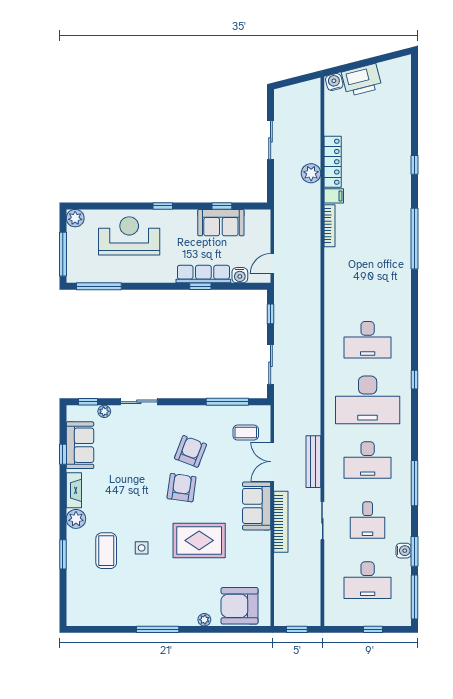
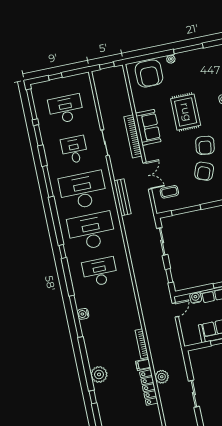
plant: (399, 195) -> (99, 374), added
window: (414, 239) -> (76, 316), moved
desk: (368, 460) -> (83, 190), width x1.36, depth x1.30
bench: (313, 462) -> (123, 197), moved
sofa: (257, 506) -> (148, 127), moved
rug: (199, 540) -> (186, 112), turned 90
water cooler: (404, 551) -> (83, 314), moved
armchair: (240, 606) -> (149, 73), turned 90
window: (158, 629) -> (188, 49), moved

